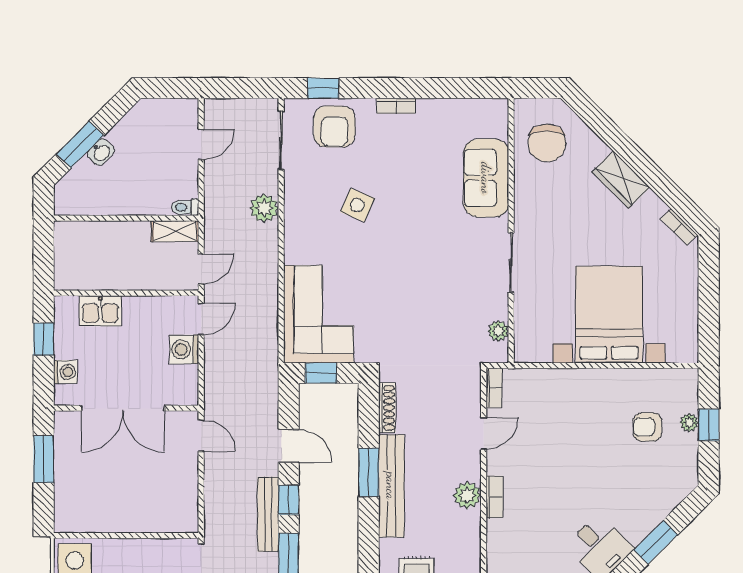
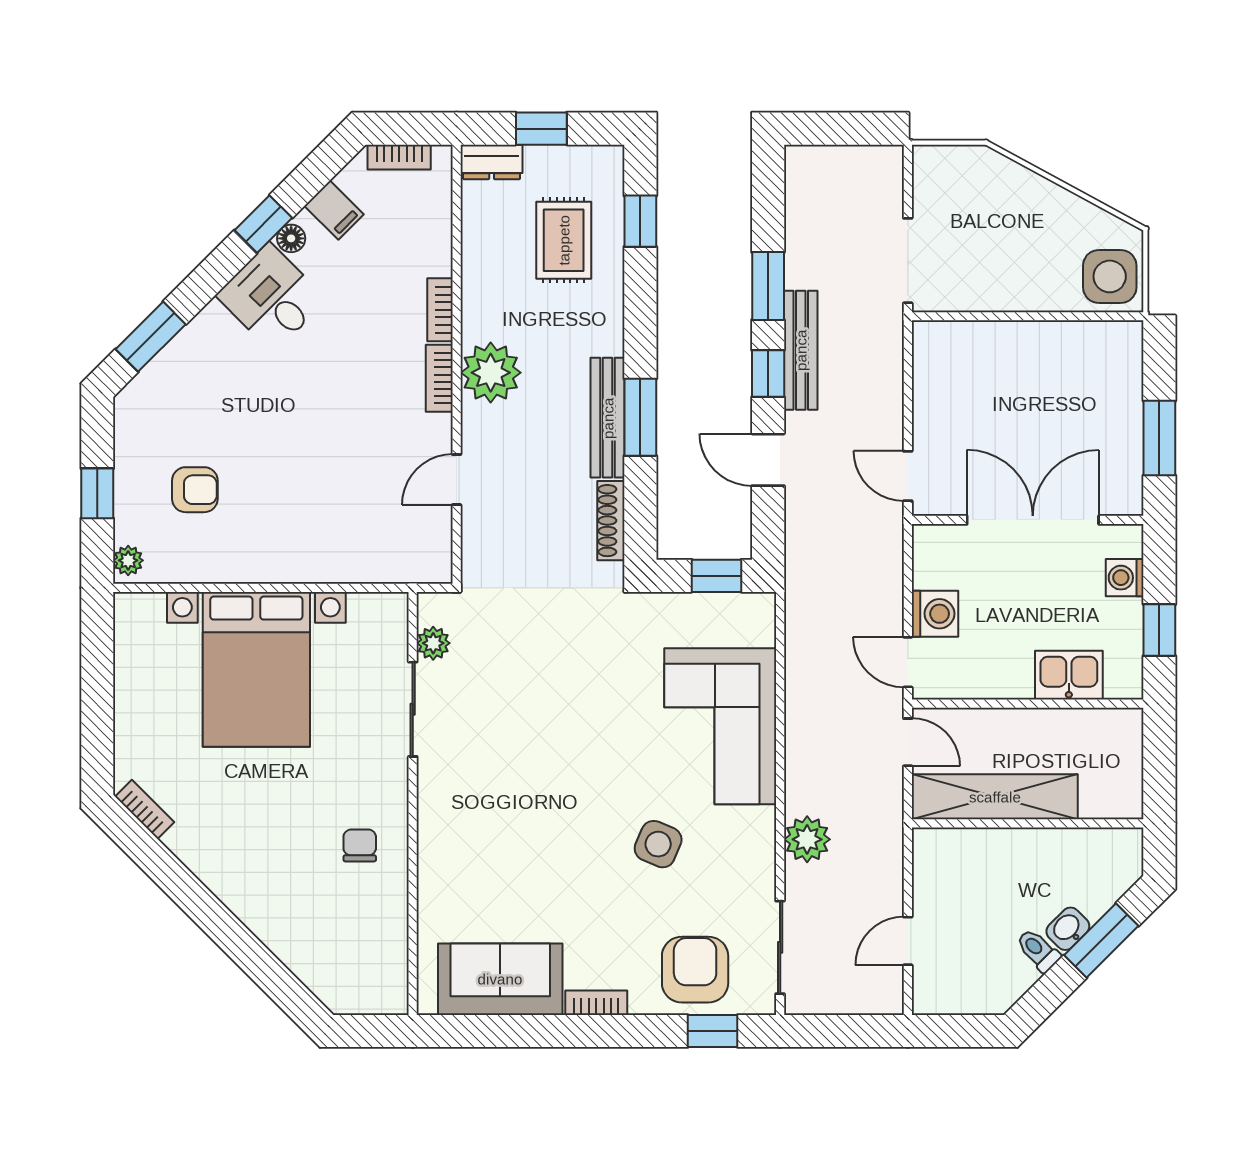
chair: (547, 143) -> (360, 845), moved, width x0.54, depth x0.54
sofa: (486, 178) -> (500, 979), moved, turned -90
wardrobe: (621, 180) -> (237, 885), removed
toilet: (185, 207) -> (1038, 950), moved, turned -135
shelving: (175, 231) -> (995, 797), width x2.20, depth x1.33
sliding door: (511, 263) -> (413, 709), moved
door: (201, 269) -> (908, 742), swing flipped
corner sofa: (319, 314) -> (720, 726), moved
door: (201, 319) -> (908, 662), hinge flipped
bookcase: (494, 388) -> (440, 310), moved
plant: (689, 423) -> (128, 560), moved
bench: (391, 486) -> (608, 418), width x0.73, depth x0.82
plant: (467, 495) -> (491, 373), width x1.36, depth x1.36
window: (656, 542) -> (151, 337), moved

